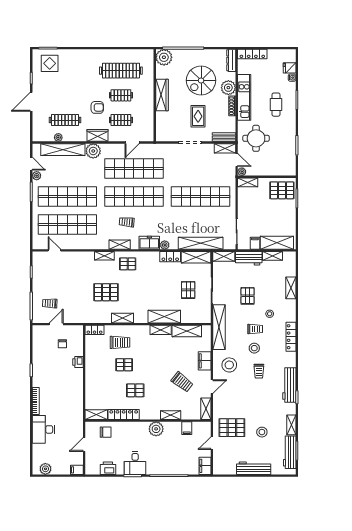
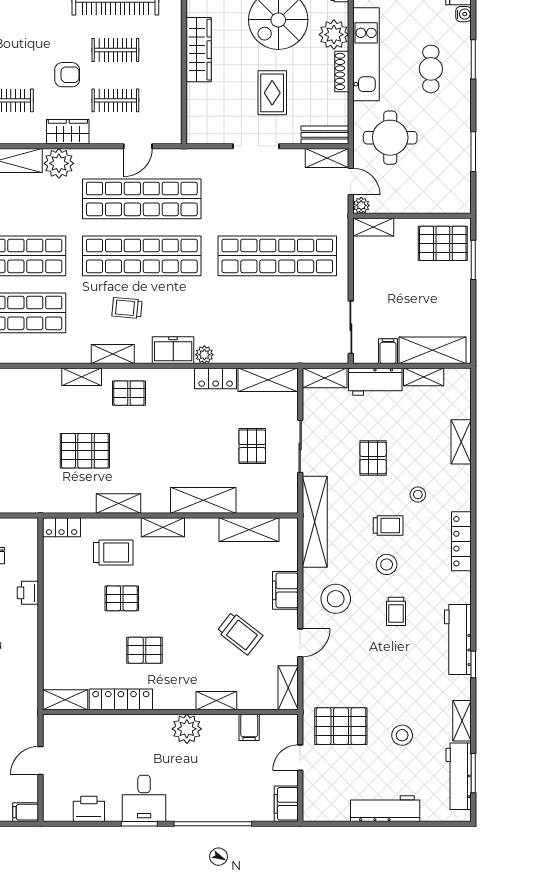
shelving: (201, 243) -> (277, 351), removed
shelving: (161, 330) -> (163, 527), moved
chair: (106, 432) -> (84, 735), removed

